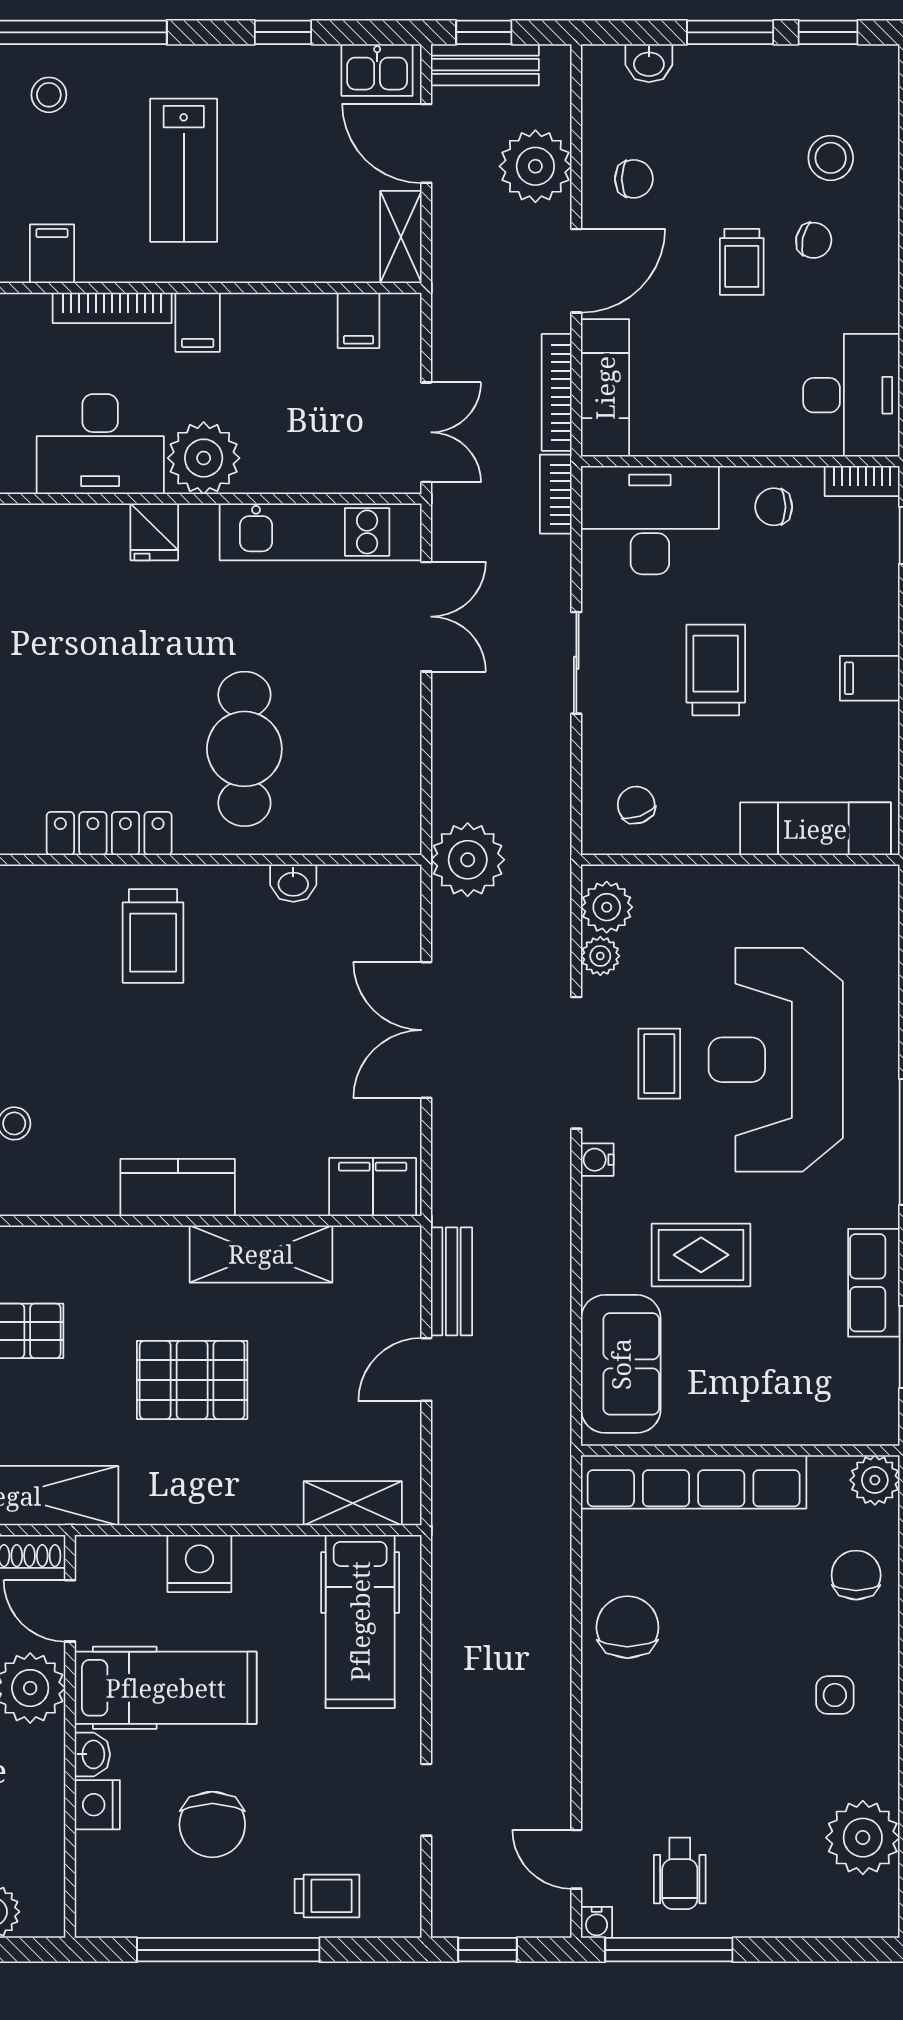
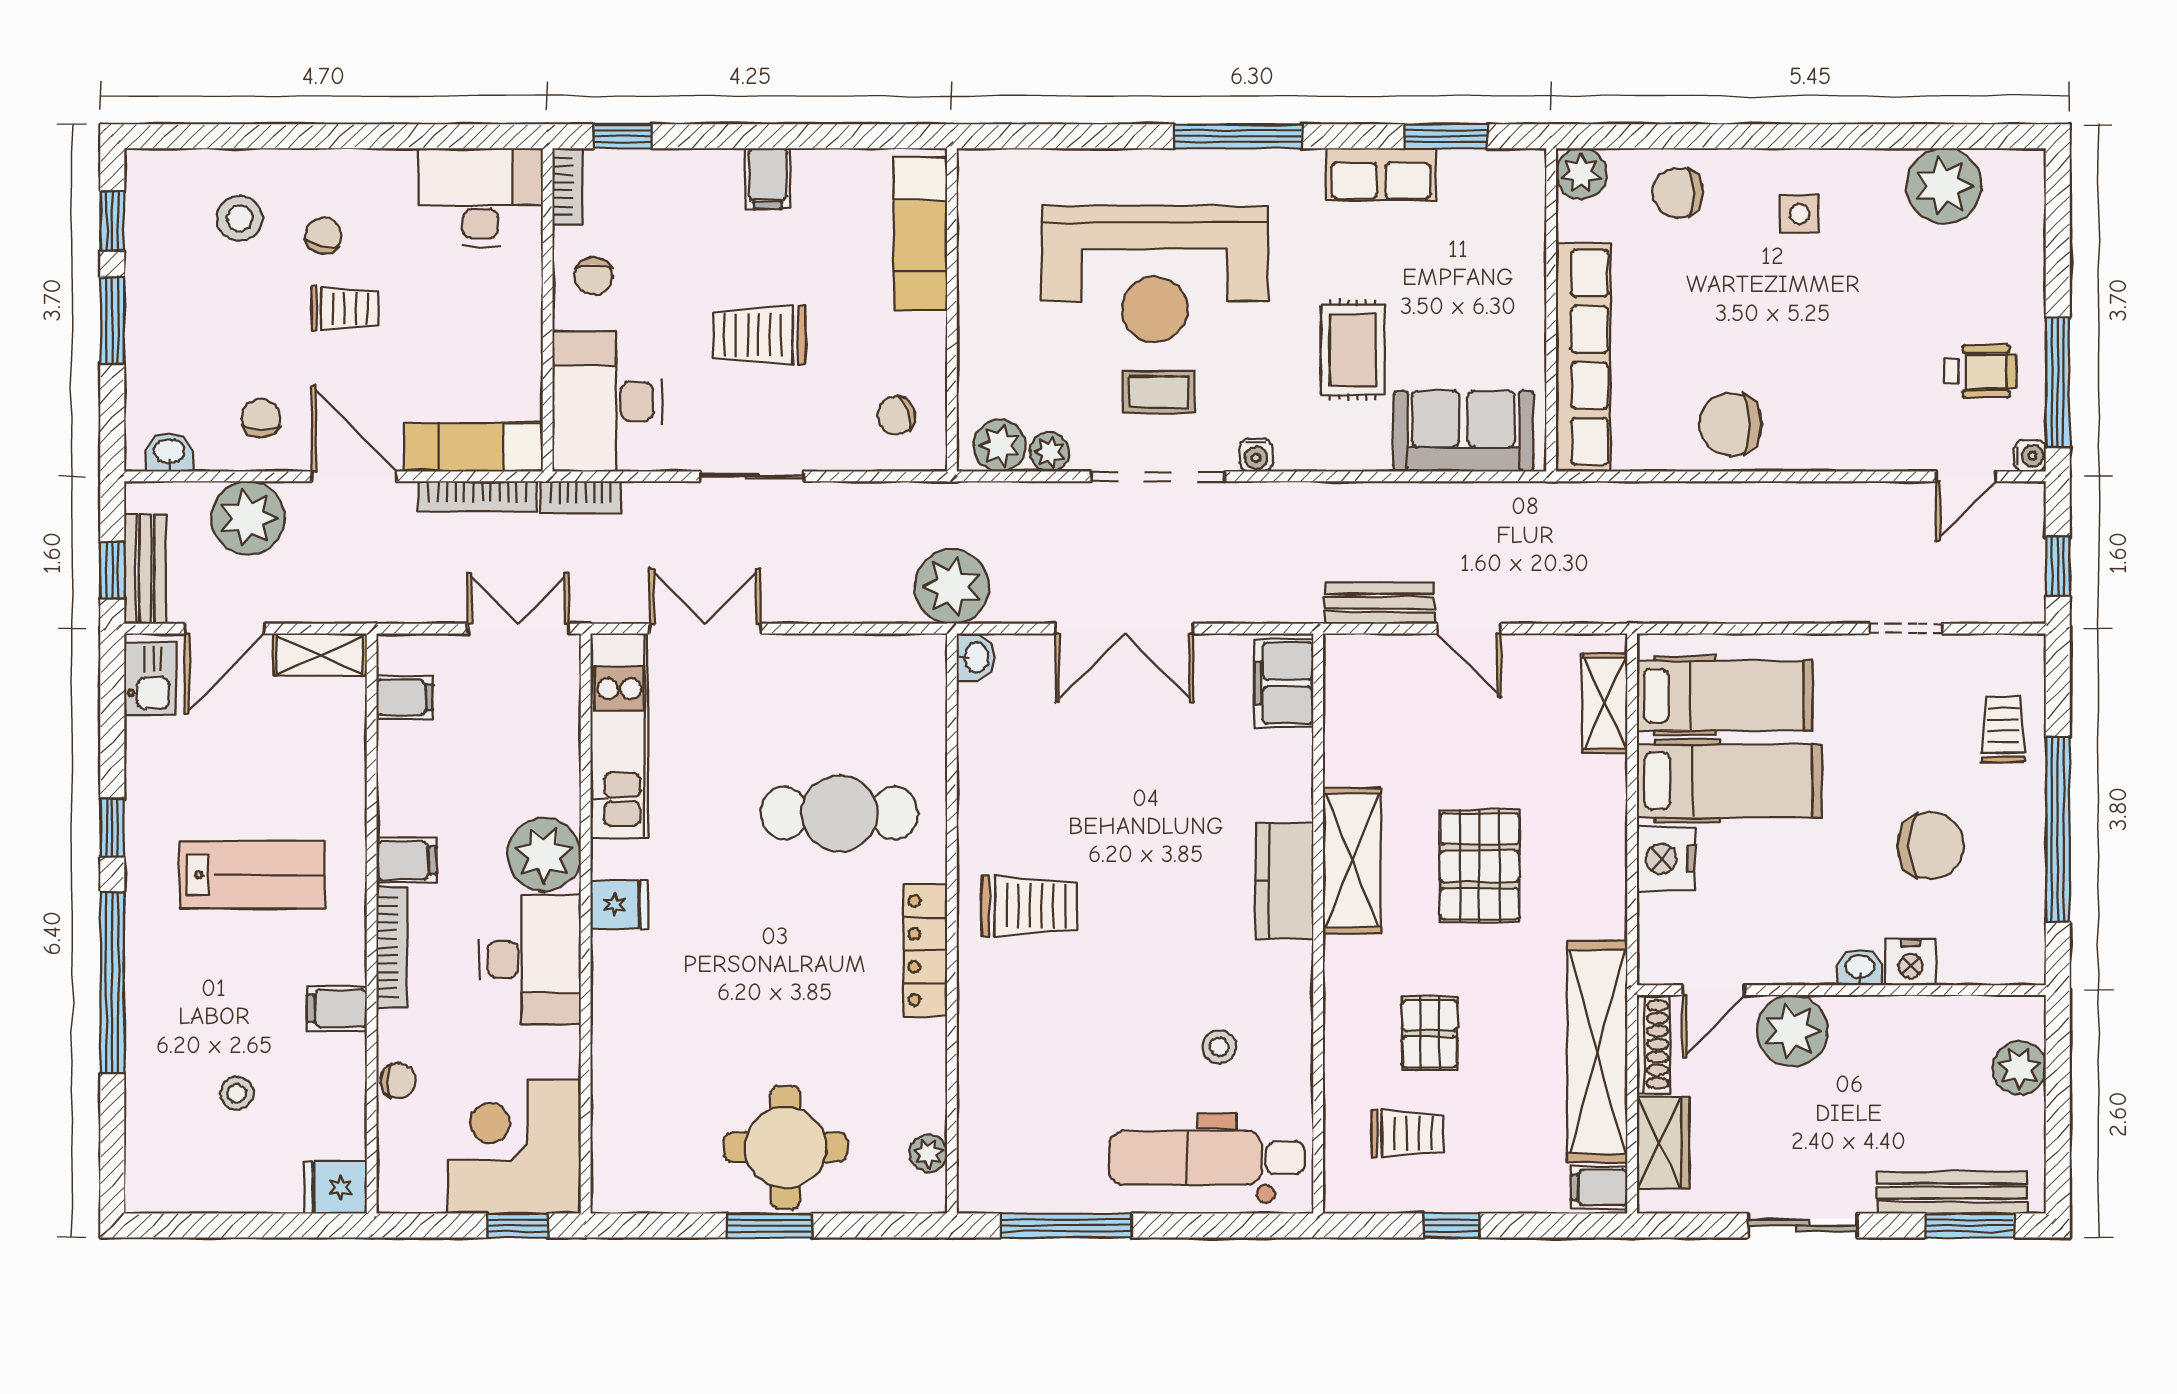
window: (283, 32) -> (112, 828), moved
washbasin: (649, 63) -> (169, 452), moved, turned -90
stool: (49, 95) -> (176, 1012), removed
washbasin: (293, 883) -> (976, 657), moved
shelving: (261, 1254) -> (1352, 860), moved
hospital bed: (166, 1688) -> (1729, 781), moved, turned 90

